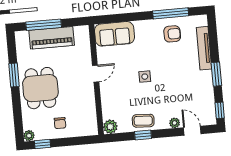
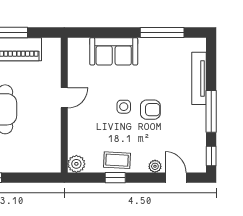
sofa: (114, 34) -> (114, 51), moved
armchair: (172, 34) -> (150, 110), moved
window: (216, 74) -> (211, 111), width x1.44
chair: (60, 123) -> (15, 154), removed

